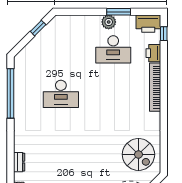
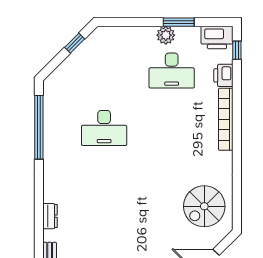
spiral stairs: (138, 154) -> (204, 206), turned 90

